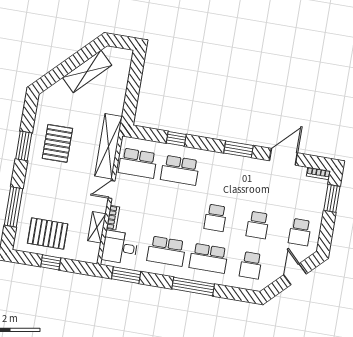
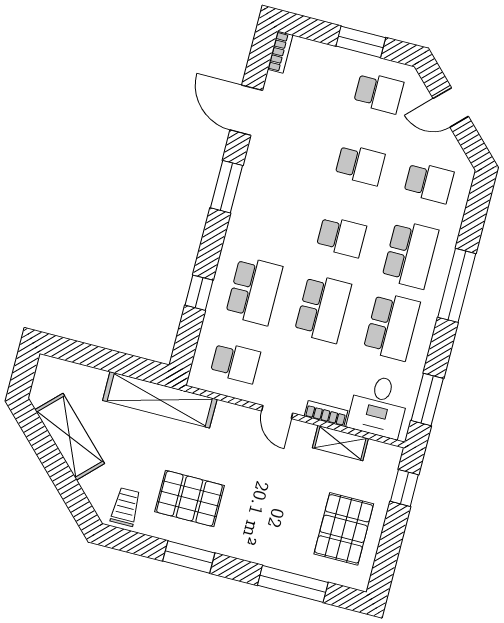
trolley: (49, 107) -> (126, 507), added
shelving: (108, 146) -> (160, 400), moved
school desk: (138, 163) -> (235, 363), width x0.54
window: (332, 198) -> (361, 42), moved
school desk: (173, 211) -> (323, 309), added
window: (51, 262) -> (404, 488), moved

